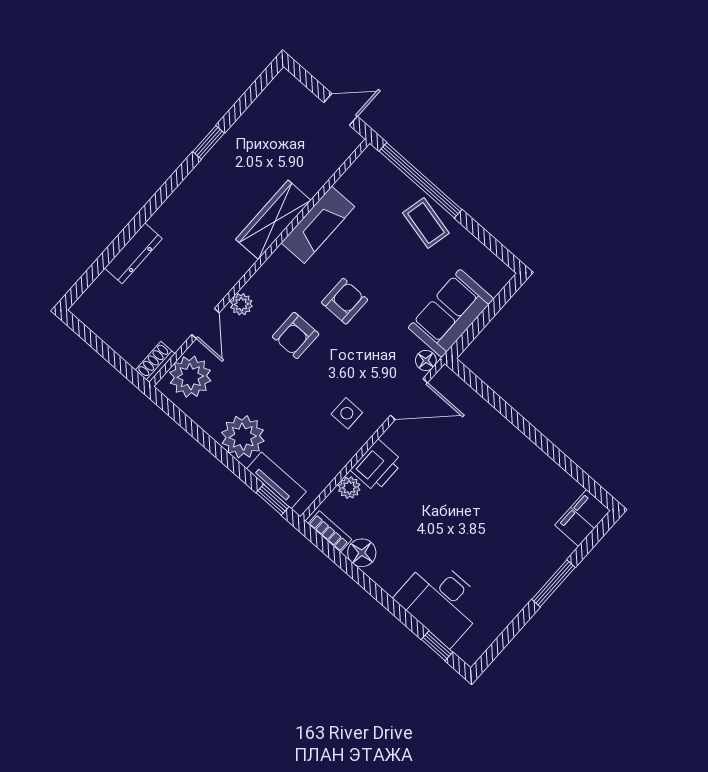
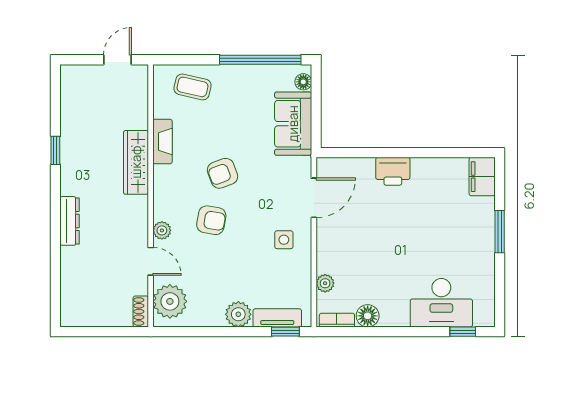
window: (421, 180) -> (260, 60), moved
coffee table: (426, 223) -> (192, 87), moved
fireplace: (318, 225) -> (162, 142), width x0.73, depth x0.76
dresser: (133, 253) -> (70, 221), moved
armchair: (345, 301) -> (223, 173), turned -110
armchair: (296, 335) -> (211, 220), turned -80
floor lamp: (426, 360) -> (303, 82), moved
plant: (243, 437) -> (238, 314), width x0.73, depth x0.73
printer: (377, 466) -> (393, 171), moved, turned 90

